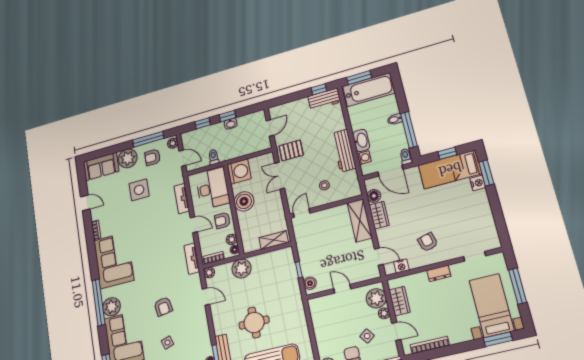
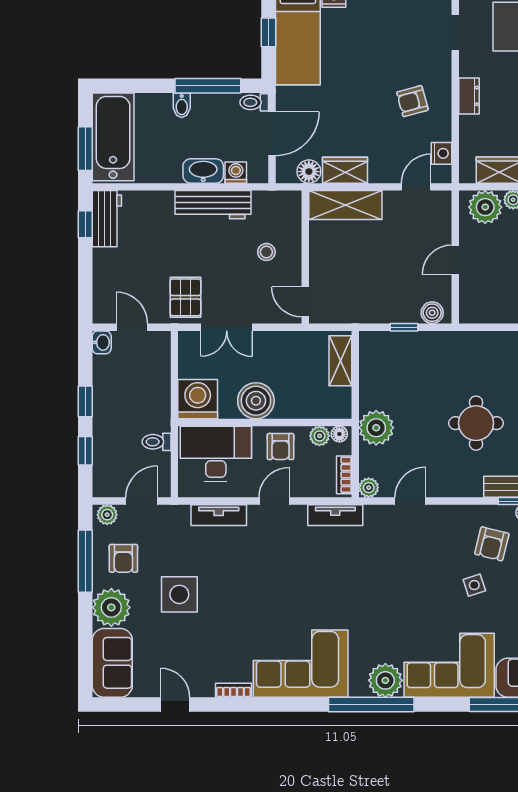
washbasin: (231, 124) -> (102, 342), moved
door: (85, 203) -> (175, 705), hinge flipped
armchair: (163, 306) -> (492, 544), moved, turned 113

